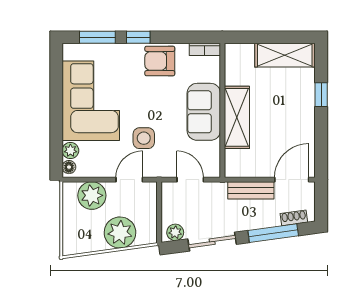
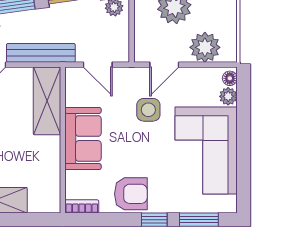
shelving: (237, 117) -> (47, 101), moved
bench: (251, 190) -> (41, 53), width x1.36

